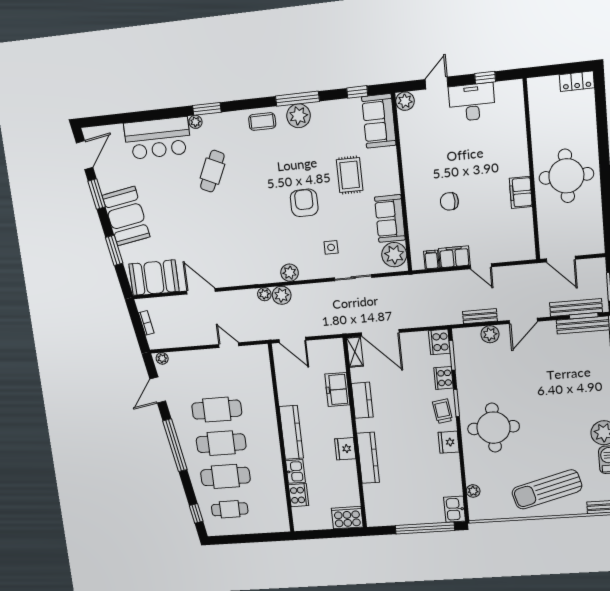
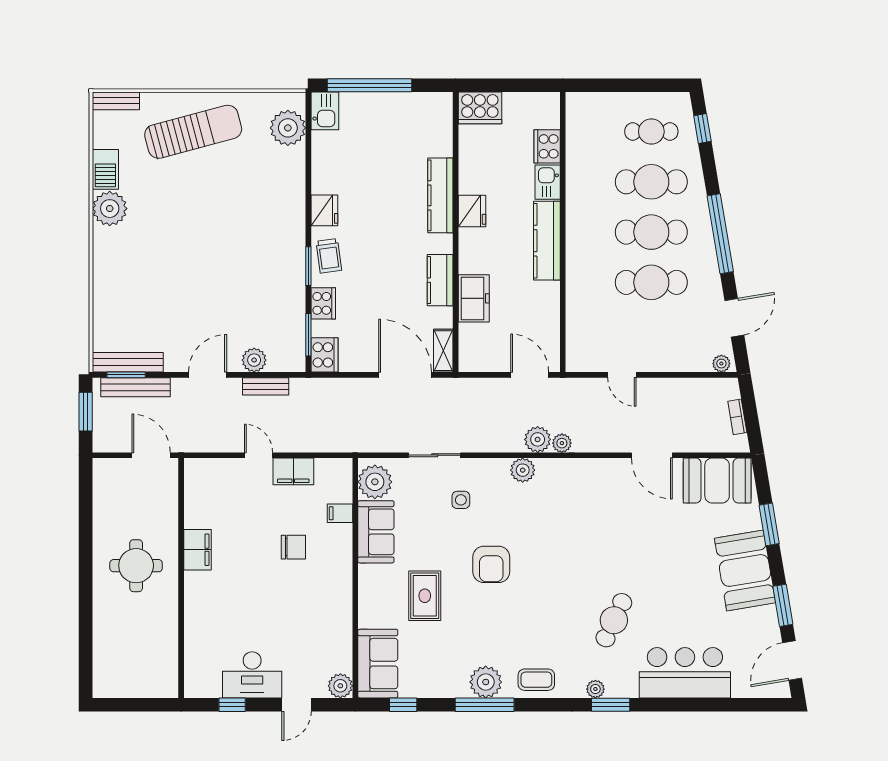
locker: (577, 81) -> (114, 687), removed
plant: (196, 122) -> (595, 689), moved
round table: (566, 176) -> (136, 566), width x0.73, depth x0.73
filing cabinet: (431, 260) -> (340, 513), moved, turned 90
round table: (493, 428) -> (260, 227), removed
plant: (473, 491) -> (288, 128), width x1.87, depth x1.87

